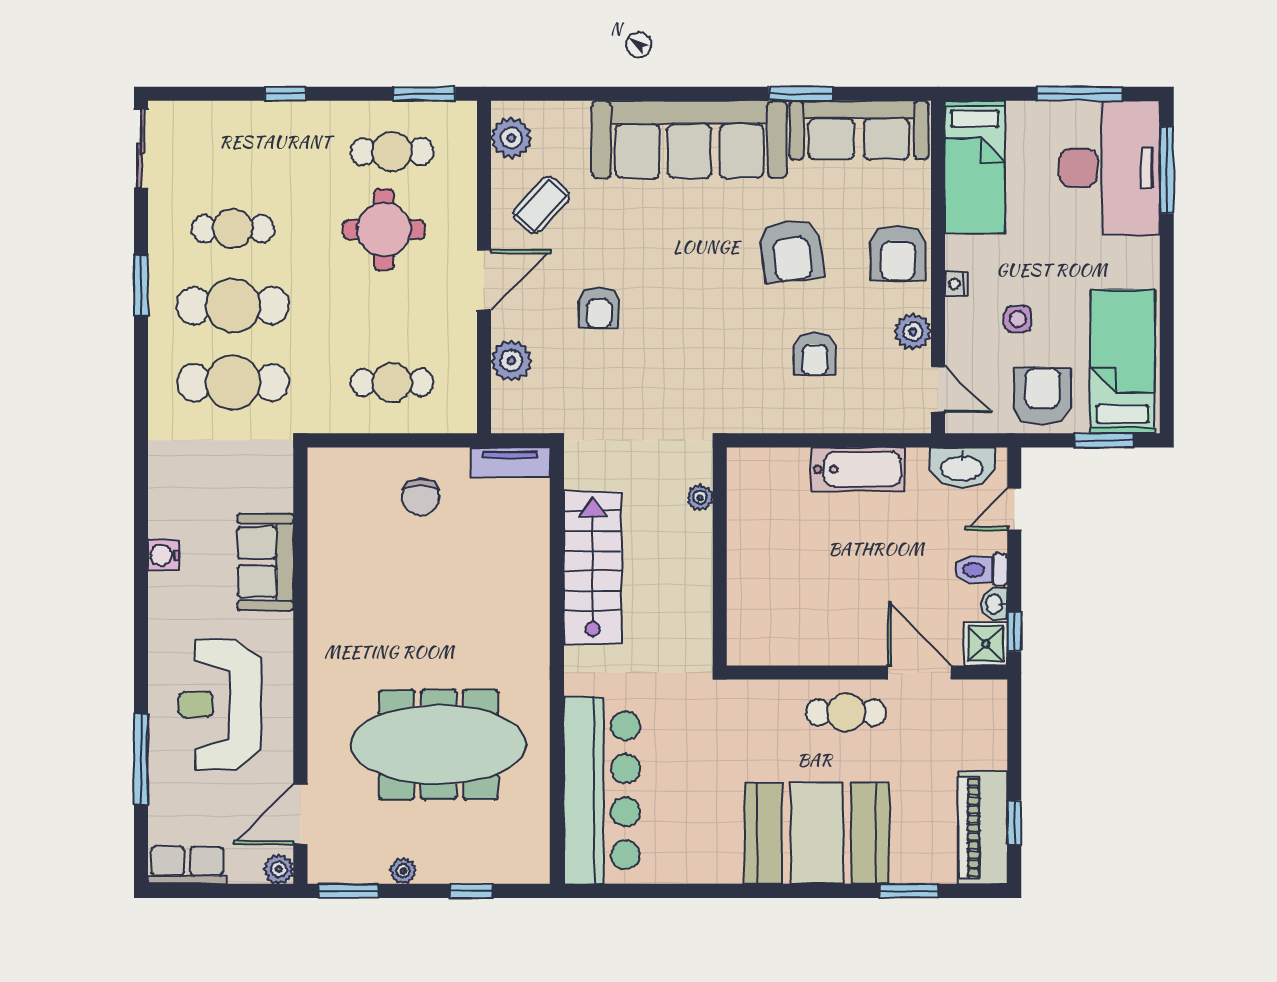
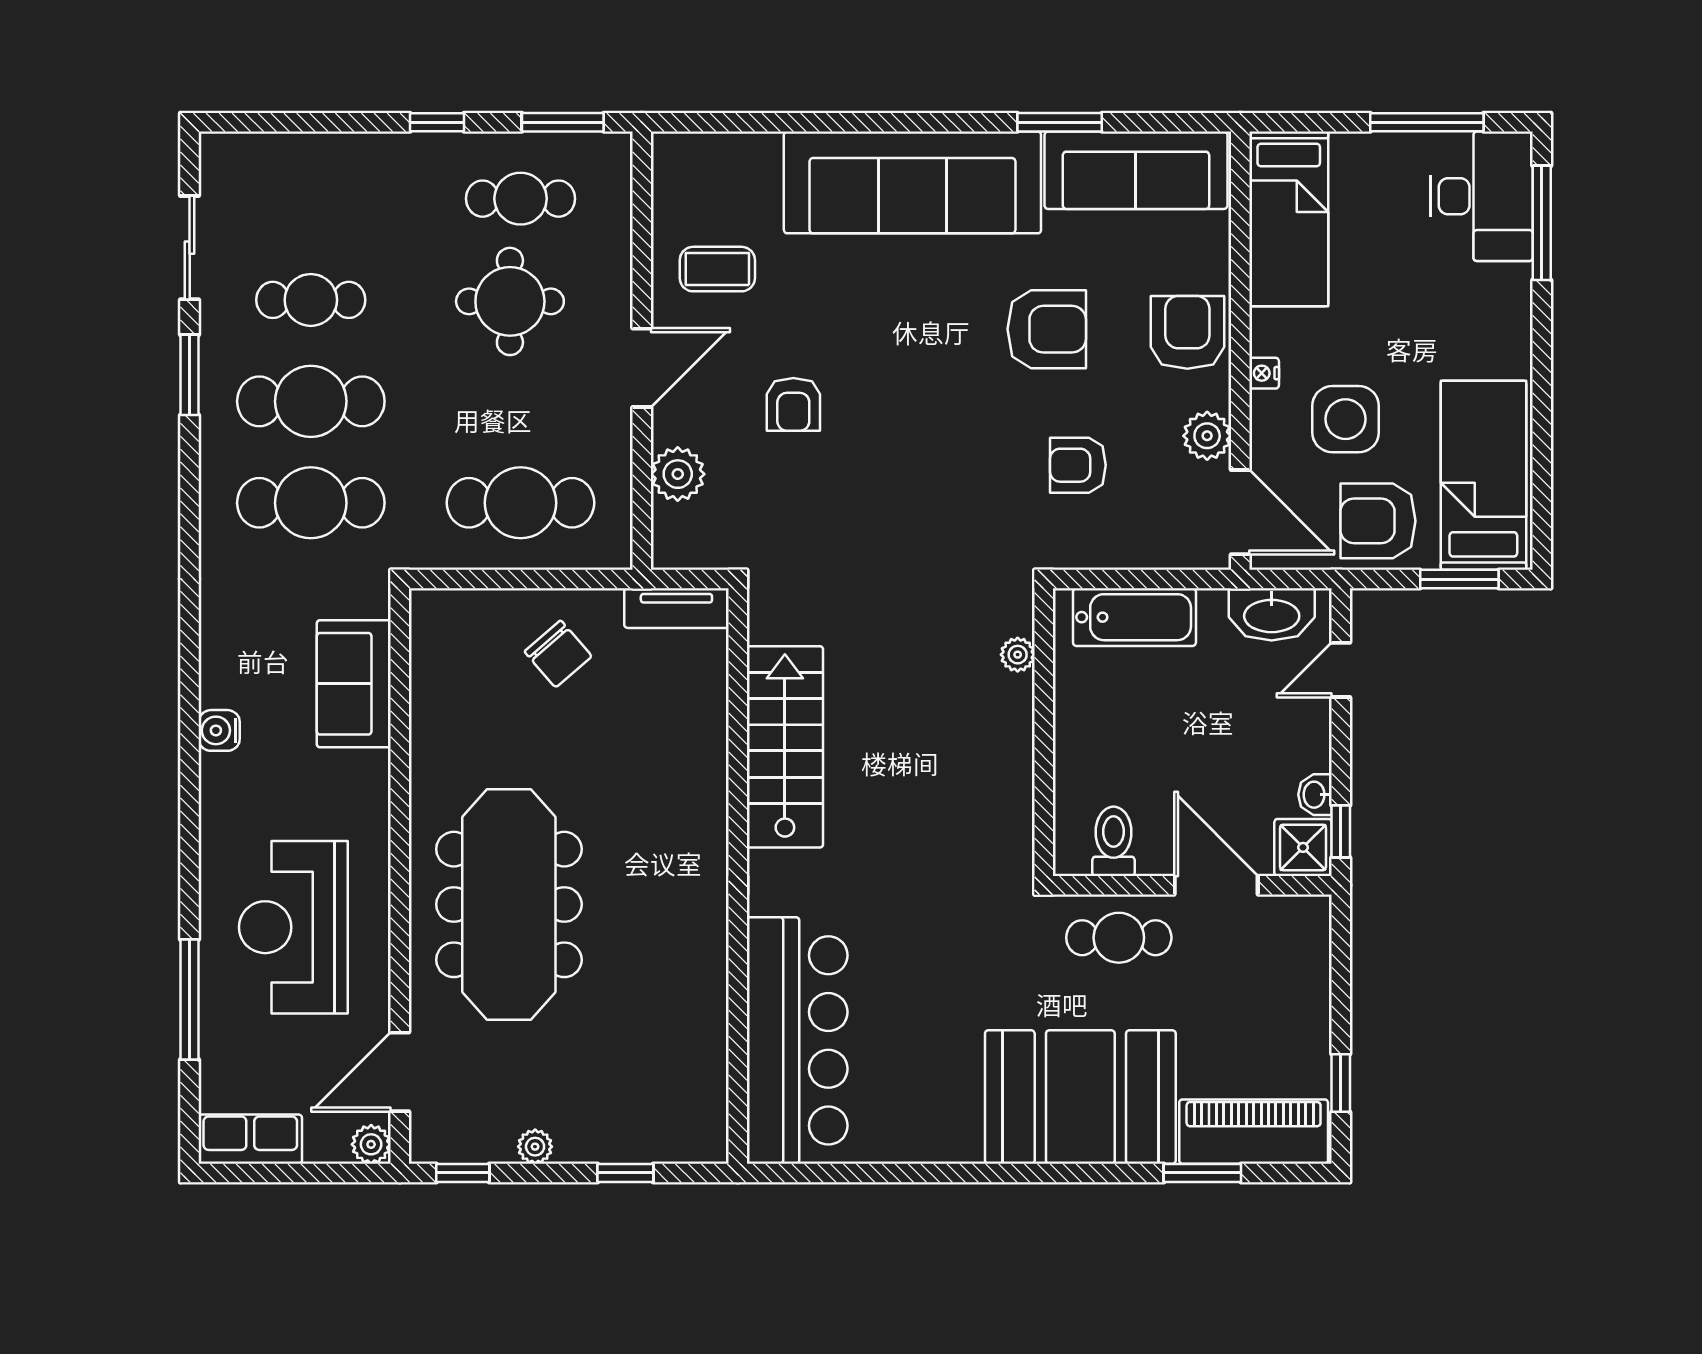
window: (285, 94) -> (437, 122), moved
plant: (511, 138) -> (678, 180), removed
sliding door: (141, 148) -> (190, 248), moved
desk: (1110, 168) -> (1482, 196), width x0.73, depth x0.77
coffee table: (541, 205) -> (717, 269), turned 47
armchair: (791, 251) -> (1047, 329), turned -82
armchair: (898, 253) -> (1187, 332), turned 180
side table: (1018, 319) -> (1346, 419), width x1.87, depth x1.87
armchair: (815, 354) -> (1078, 465), turned 90
cafe table: (392, 382) -> (521, 503), width x1.37, depth x1.35
door: (938, 390) -> (1240, 512), width x1.38
armchair: (1042, 396) -> (1378, 521), turned -90
chair: (421, 497) -> (558, 654), turned -41
plant: (700, 498) -> (1018, 655), moved
wall: (720, 556) -> (1044, 732), moved
sofa: (265, 562) -> (354, 684), moved
toilet: (981, 570) -> (1114, 841), moved, turned 90
meeting table: (439, 745) -> (509, 904), moved, turned 90
piano: (983, 828) -> (1254, 1132), moved, turned 90
window: (348, 891) -> (463, 1173), width x0.67

